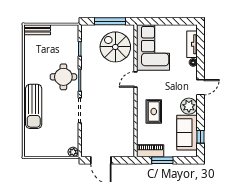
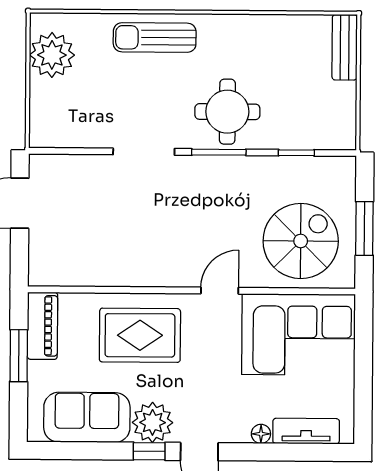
window: (110, 21) -> (364, 228), width x0.69
door: (136, 80) -> (220, 291), hinge flipped
sun lounger: (34, 106) -> (155, 37), width x0.73, depth x0.75
rug: (154, 111) -> (140, 335), width x1.36, depth x1.43
window: (200, 137) -> (149, 451), moved
plant: (73, 152) -> (52, 55), moved, width x1.88, depth x1.88

